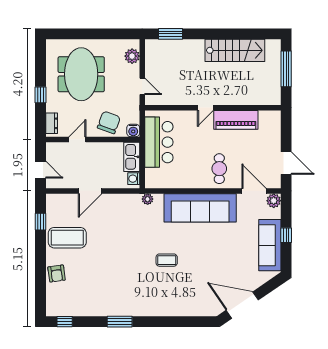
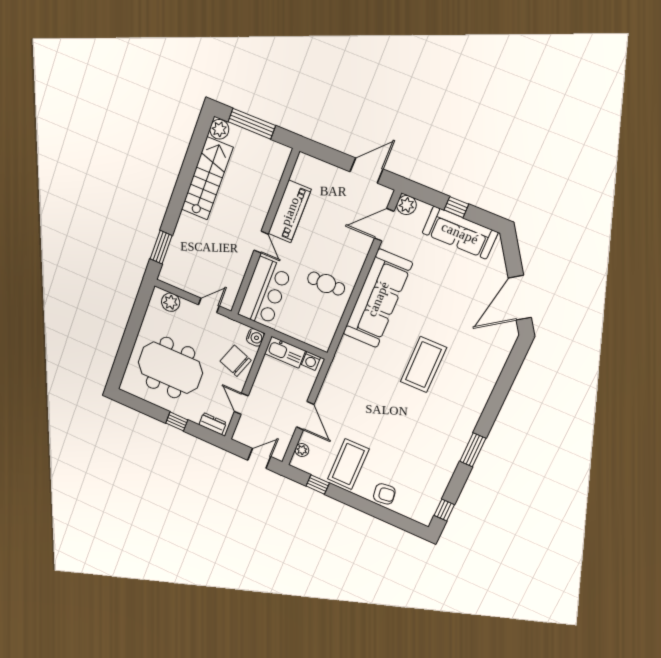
plant: (273, 46) -> (219, 129), added
bar counter: (159, 142) -> (265, 292), moved, turned 90
cafe table: (219, 169) -> (326, 284), moved
plant: (148, 199) -> (302, 450), moved
coffee table: (167, 260) -> (423, 365), width x1.86, depth x1.72

